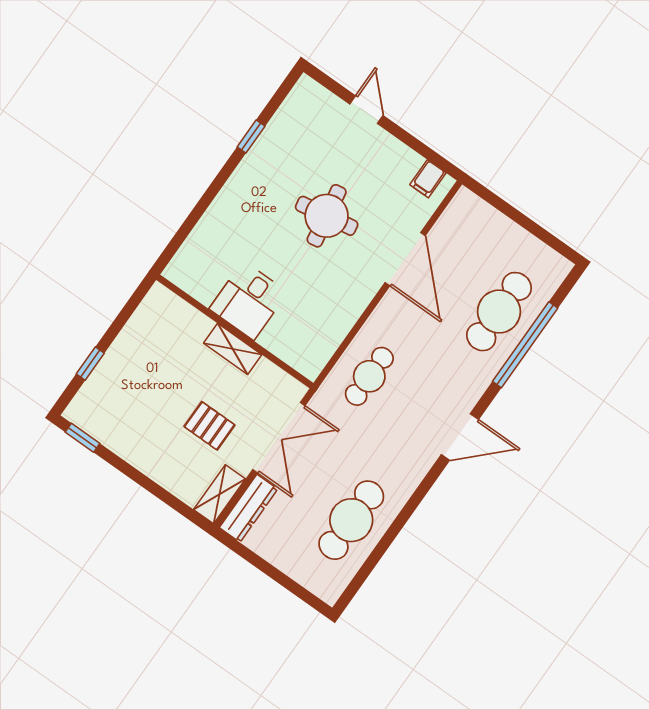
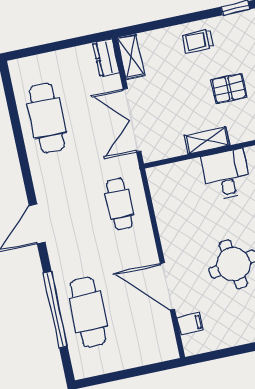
filing cabinet: (428, 179) -> (190, 324), moved, turned 90
pallet: (209, 426) -> (229, 89), moved
trolley: (146, 444) -> (198, 41), added
dresser: (248, 508) -> (106, 58), width x0.70

